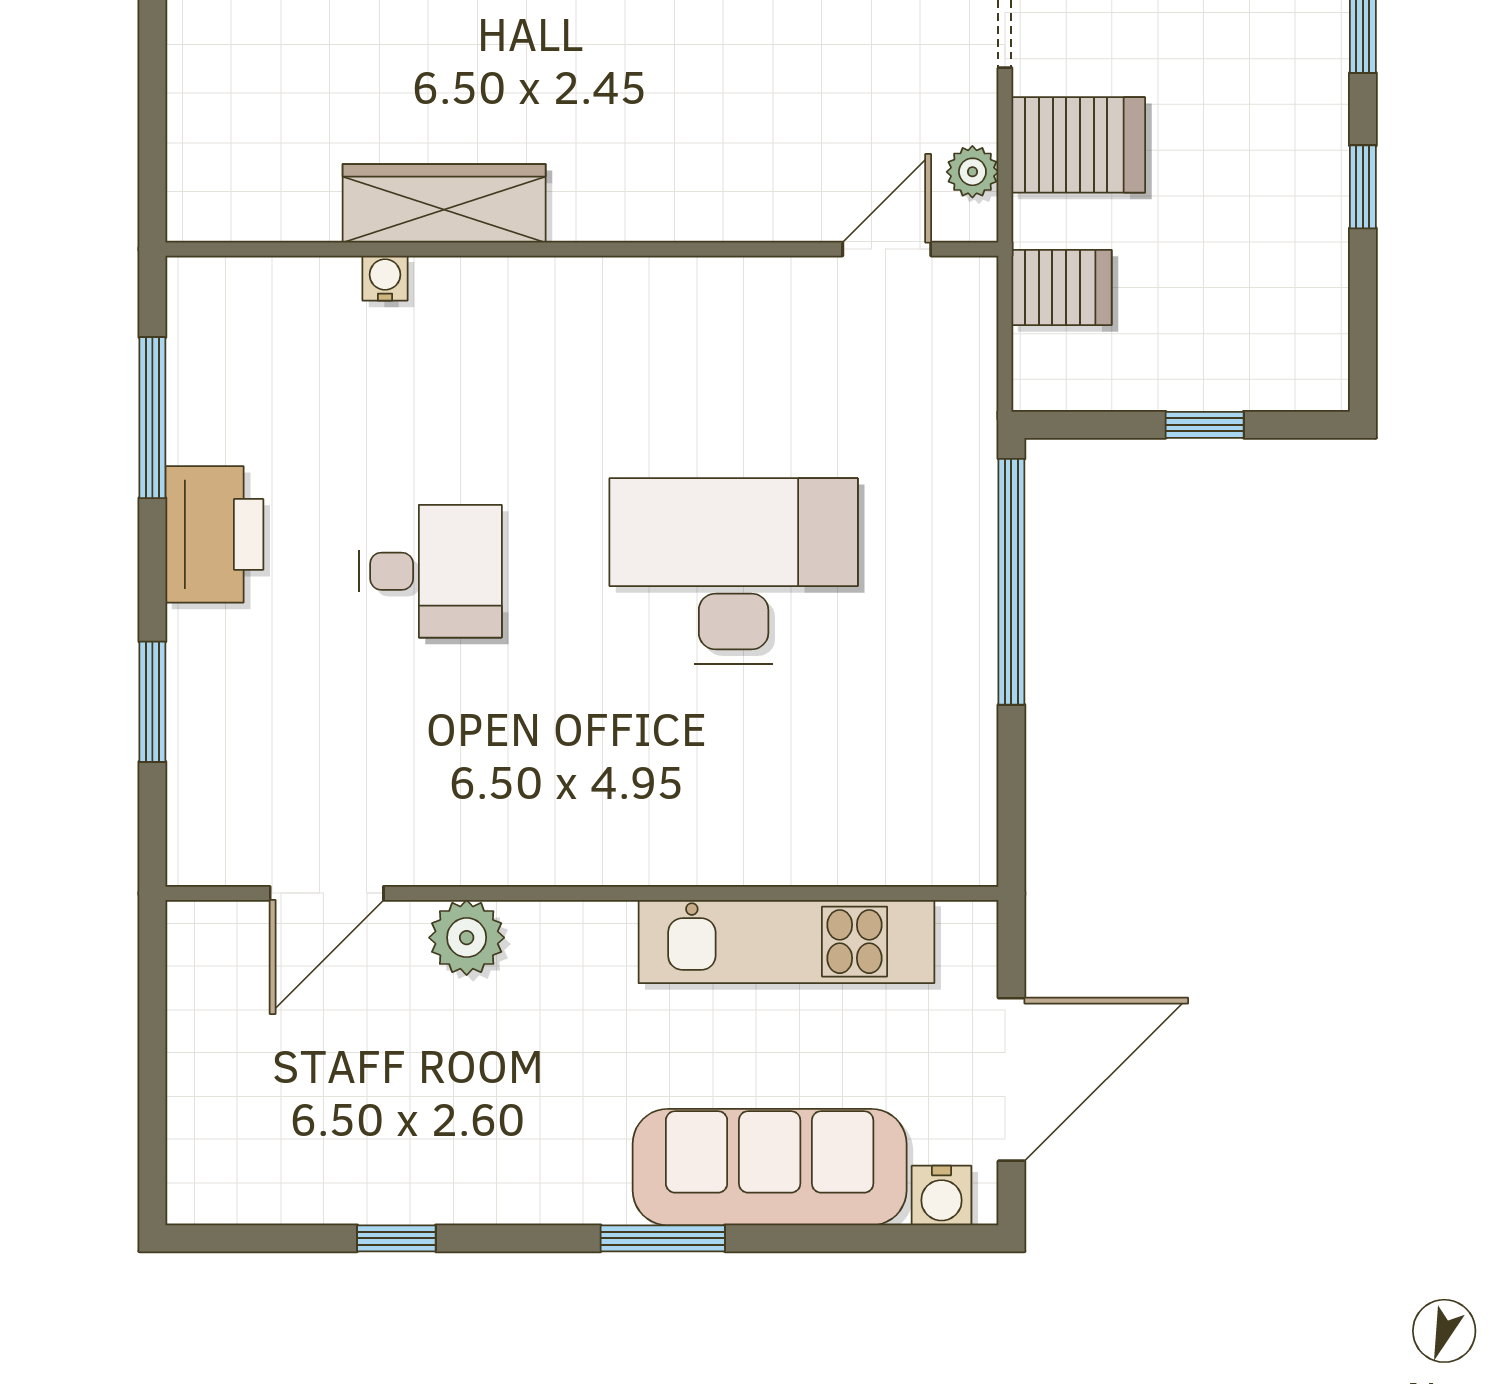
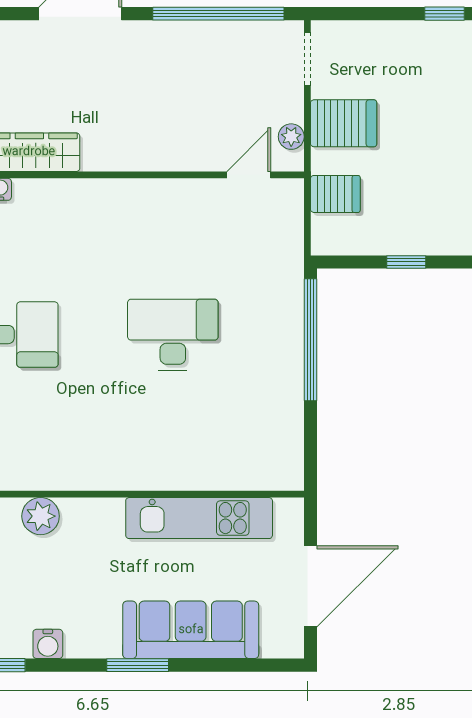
desk: (734, 571) -> (173, 335), width x0.73, depth x0.77
water cooler: (942, 1196) -> (48, 644), moved

